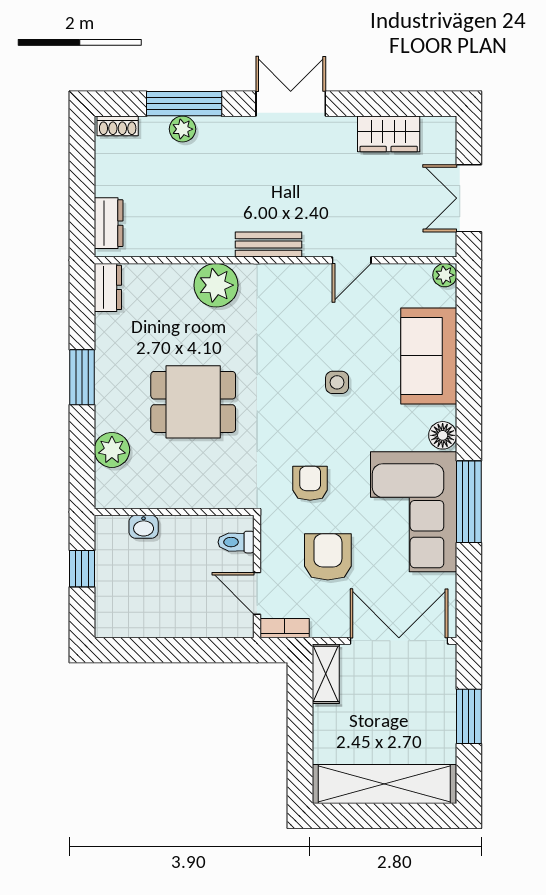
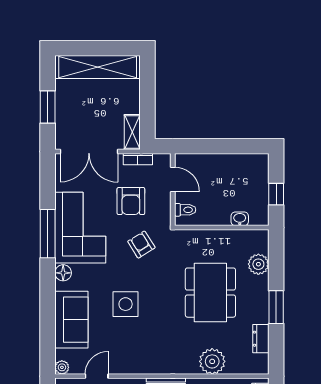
door: (352, 260) -> (97, 376), moved
plant: (216, 285) -> (212, 361), moved
dresser: (108, 287) -> (261, 339), moved
side table: (337, 382) -> (126, 304), width x1.87, depth x1.87
dining table: (193, 402) -> (210, 293), width x1.37
armchair: (310, 483) -> (141, 245), turned 148
bookcase: (285, 628) -> (138, 159), moved

